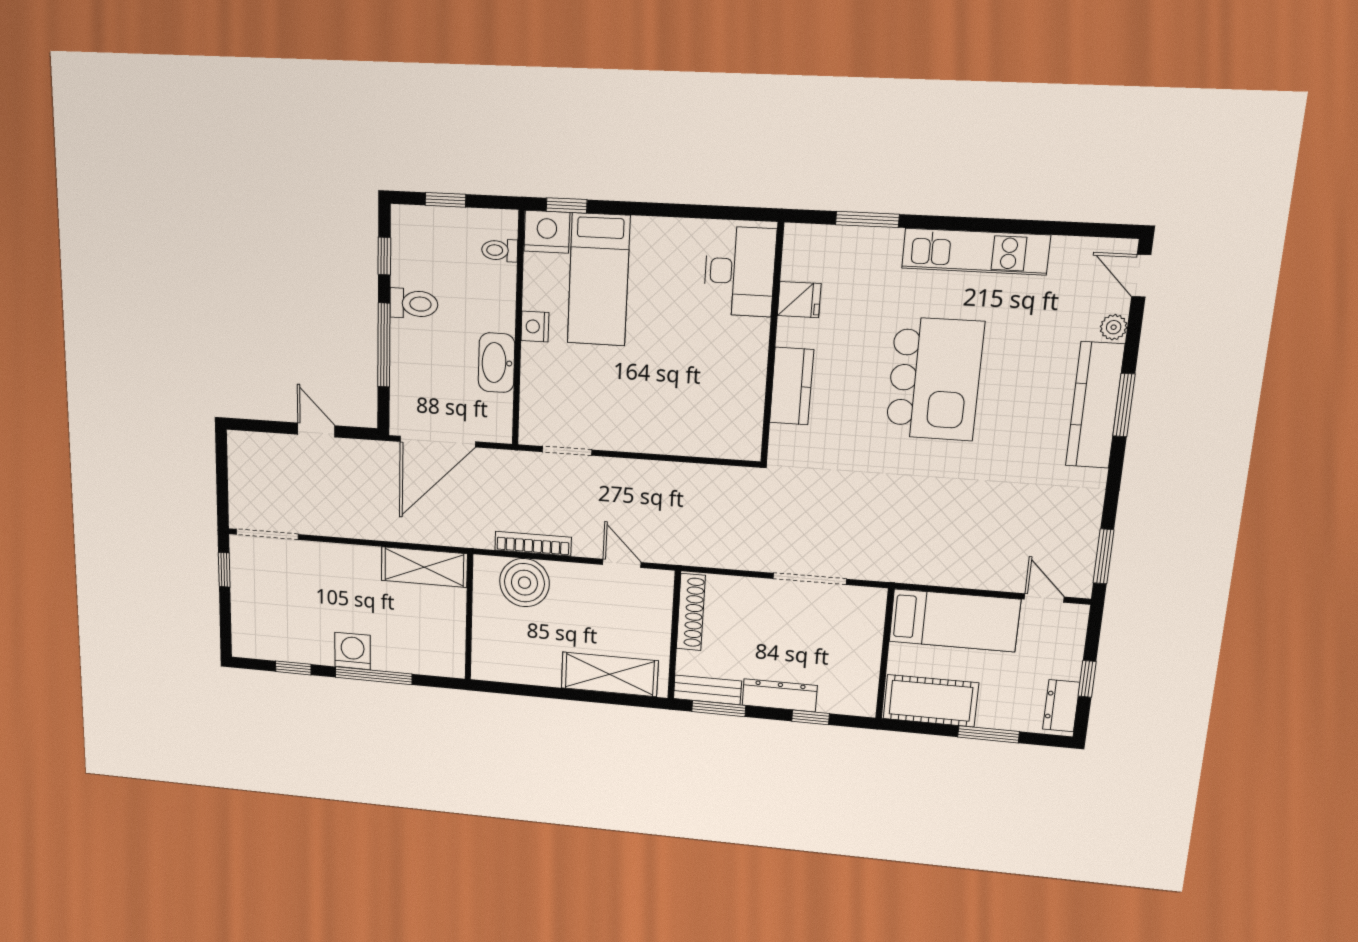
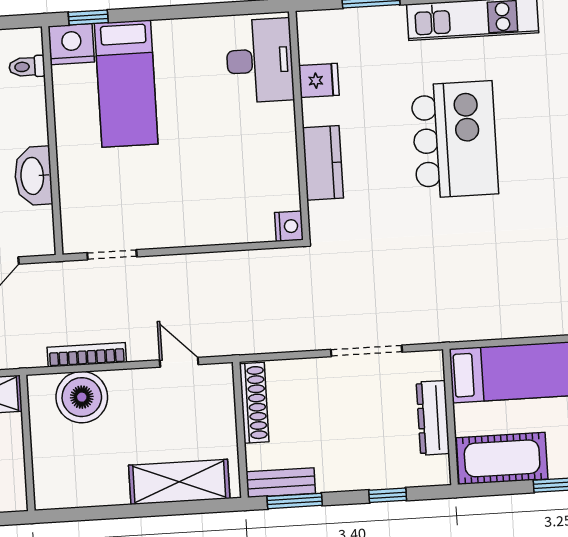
nightstand: (535, 327) -> (289, 226), moved, turned 180
dresser: (780, 695) -> (433, 418), moved, turned -90

